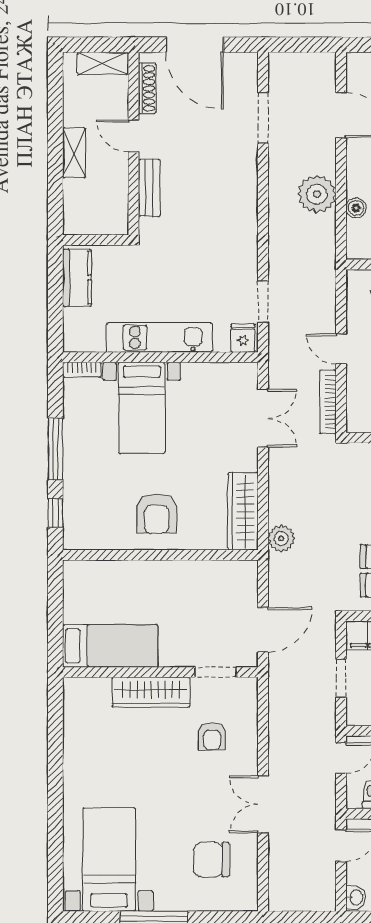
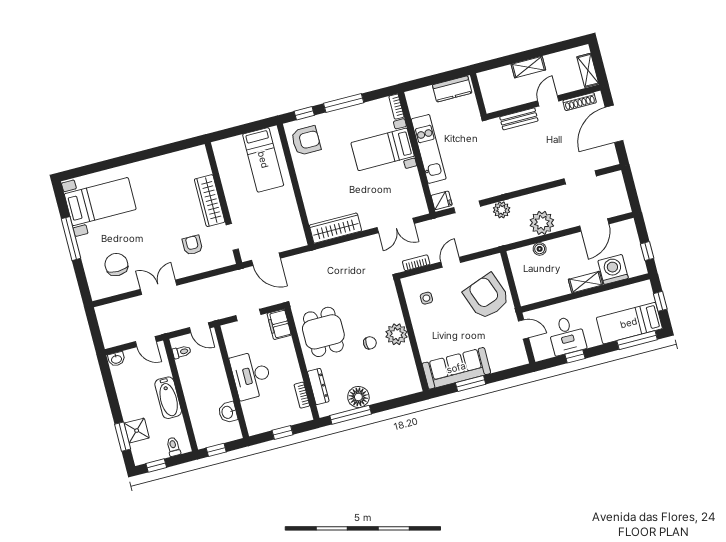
bookcase: (328, 402) -> (416, 263), width x0.64
armchair: (157, 514) -> (306, 141), moved, turned 180
plant: (281, 538) -> (502, 210), moved
bed: (110, 646) -> (263, 160), moved
armchair: (212, 736) -> (192, 245), turned 90

